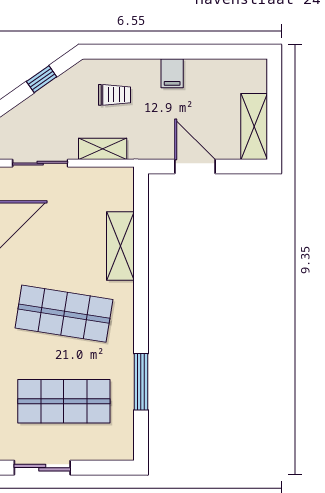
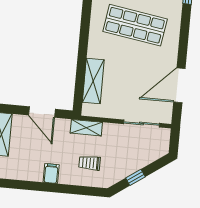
shelving: (103, 149) -> (86, 128), moved
shelving: (120, 246) -> (93, 81), moved

